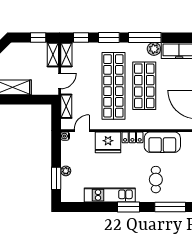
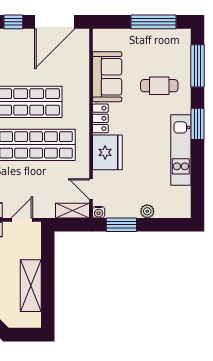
door: (60, 81) -> (22, 220), hinge flipped
shelving: (66, 106) -> (72, 211), moved
window: (56, 178) -> (121, 225), moved

